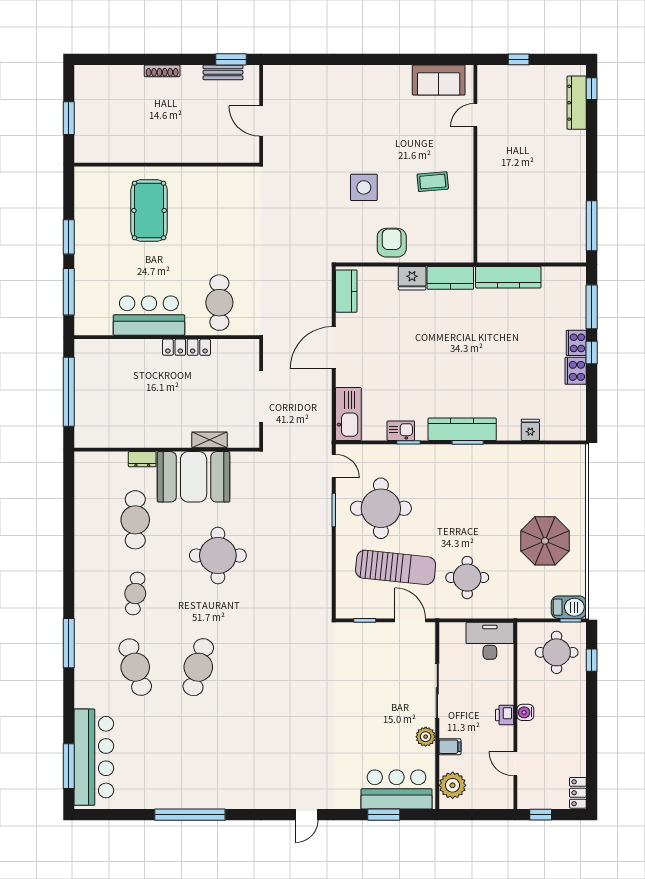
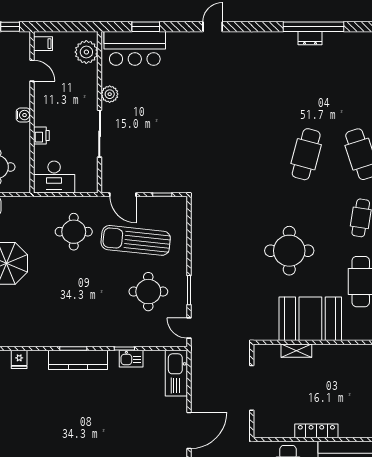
dresser: (142, 459) -> (310, 38), moved, turned 180
round table: (381, 508) -> (148, 292), width x0.73, depth x0.73
printer: (505, 715) -> (41, 136), moved
filing cabinet: (450, 747) -> (43, 44), moved, turned 180

